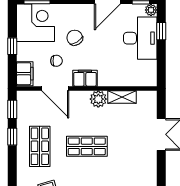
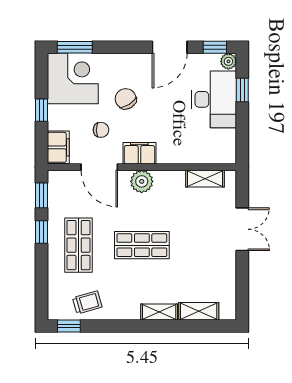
shelving: (122, 97) -> (205, 179), moved
plant: (98, 99) -> (142, 181), moved

